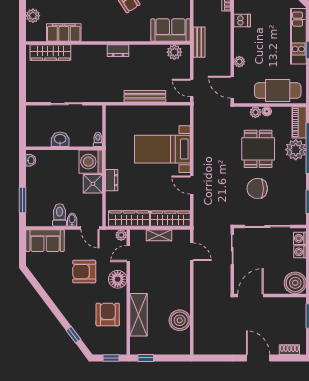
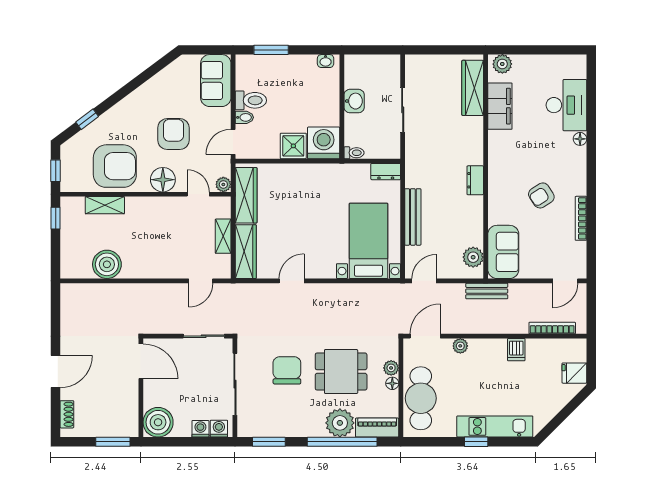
plant: (33, 16) -> (502, 64), moved
bed with nightstands: (162, 149) -> (368, 241), moved
dresser: (112, 180) -> (386, 172), moved
armchair: (108, 315) -> (115, 166), width x1.36, depth x1.36
shelving: (138, 315) -> (105, 205), width x0.67, depth x0.75

